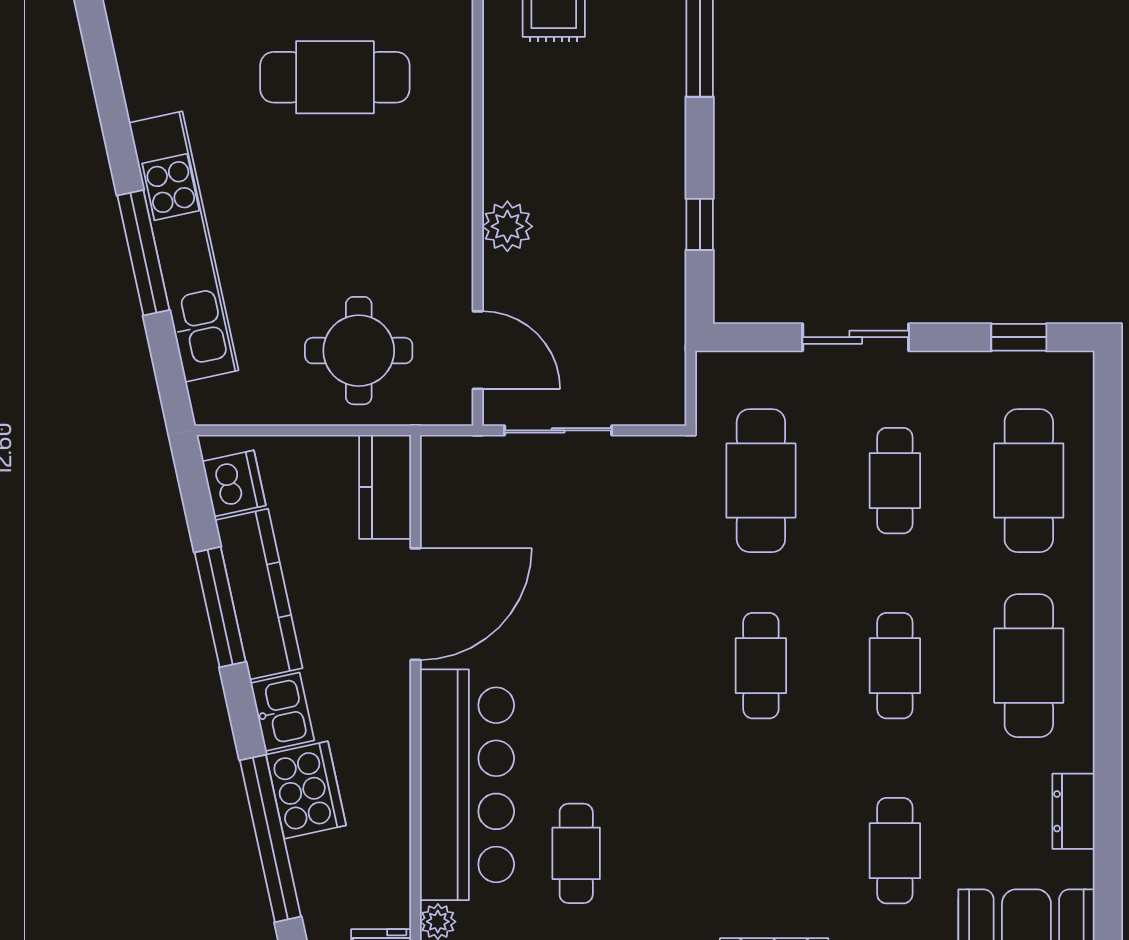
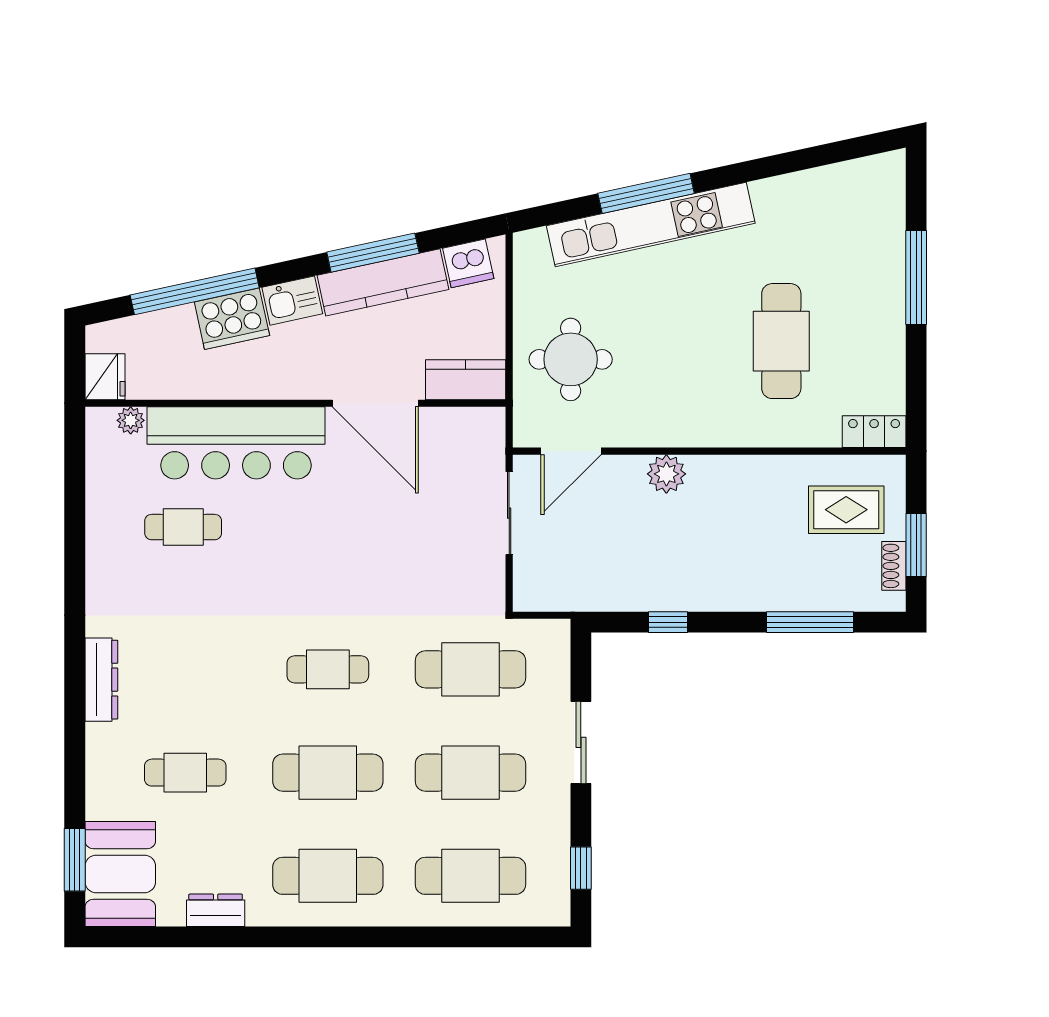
cafe table: (895, 481) -> (470, 773), width x1.37, depth x1.35
cafe table: (895, 666) -> (328, 773), width x1.37, depth x1.35

